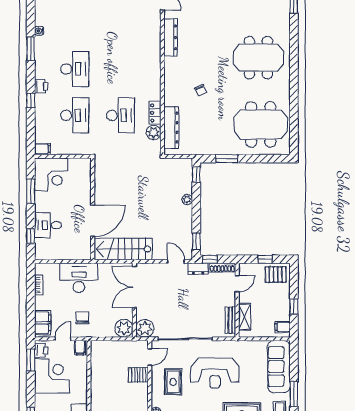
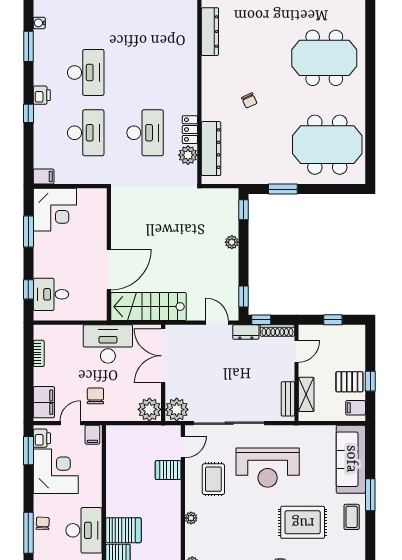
desk: (48, 225) -> (51, 294), moved
pallet: (276, 274) -> (349, 382), moved
desk: (79, 278) -> (108, 344), moved

